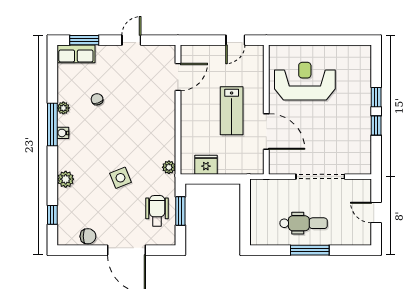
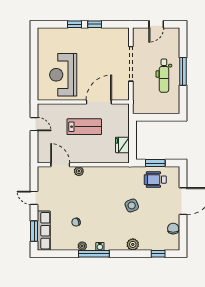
row of seats: (76, 54) -> (44, 231), width x1.48
plant: (169, 167) -> (79, 171), moved
dental chair: (304, 223) -> (164, 76), turned 180

